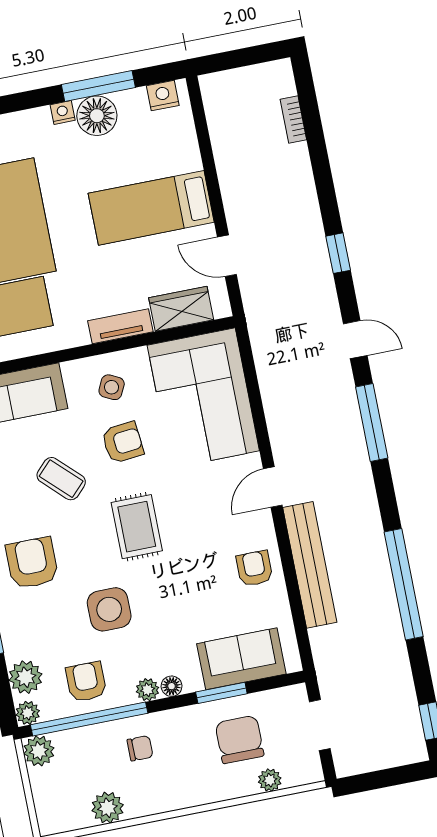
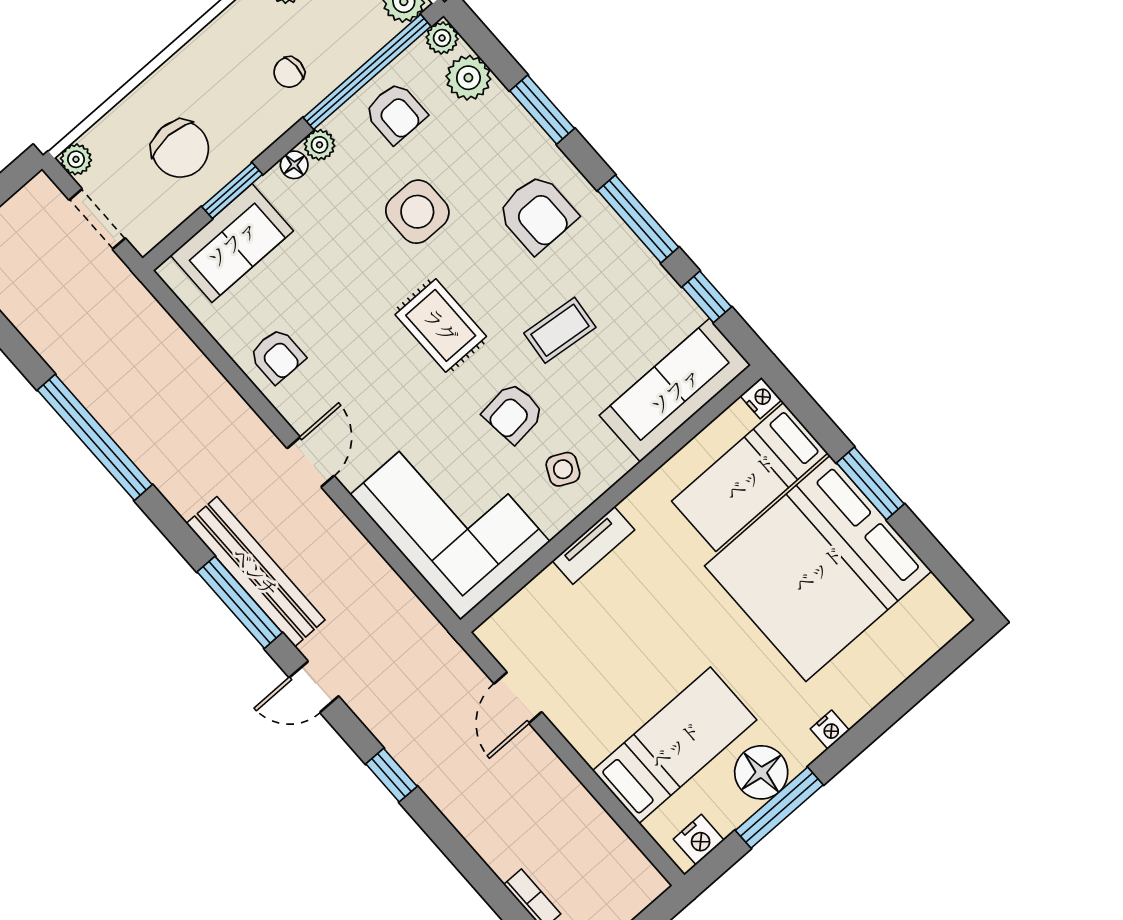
nightstand: (63, 112) -> (830, 729), moved
bed: (151, 208) -> (675, 745), moved
door: (227, 256) -> (518, 698), swing flipped
wardrobe: (181, 309) -> (535, 606), removed
coffee table: (61, 479) -> (560, 330), turned -38
bench: (310, 565) -> (256, 572), moved
plant: (270, 780) -> (76, 159), moved

